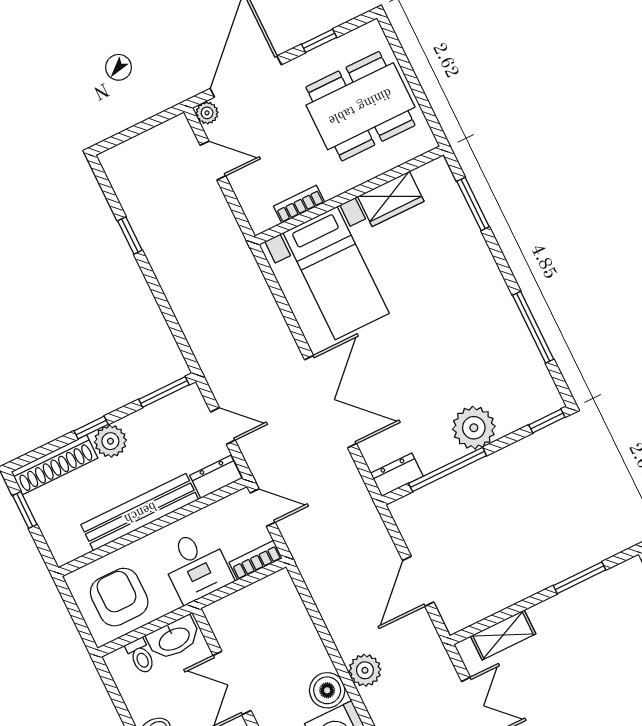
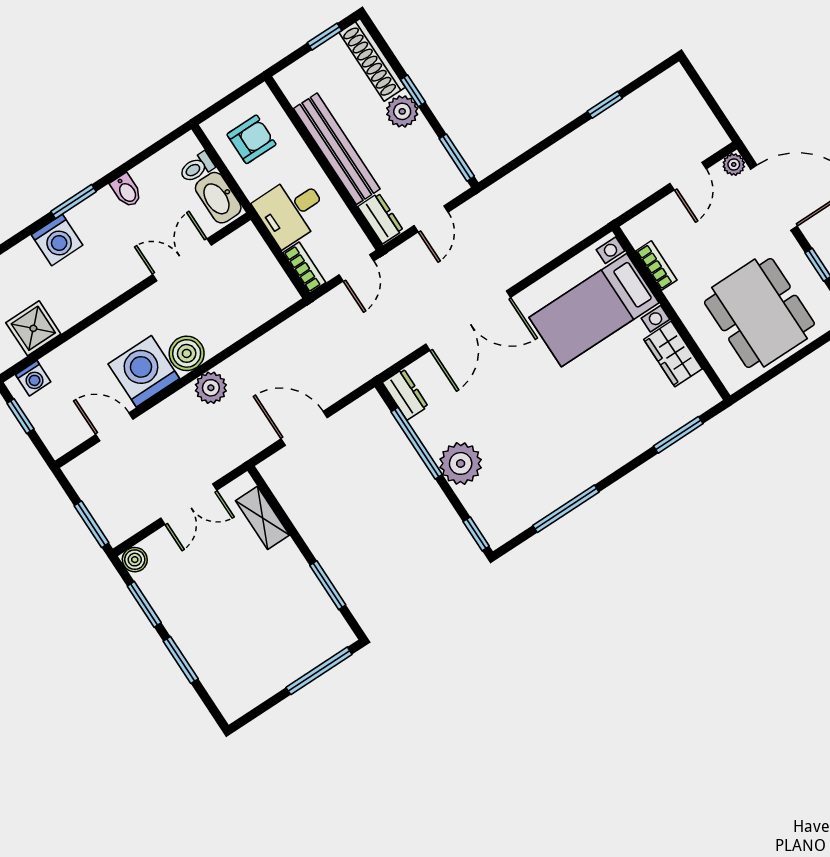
armchair: (119, 597) -> (252, 139), width x0.72, depth x0.72

